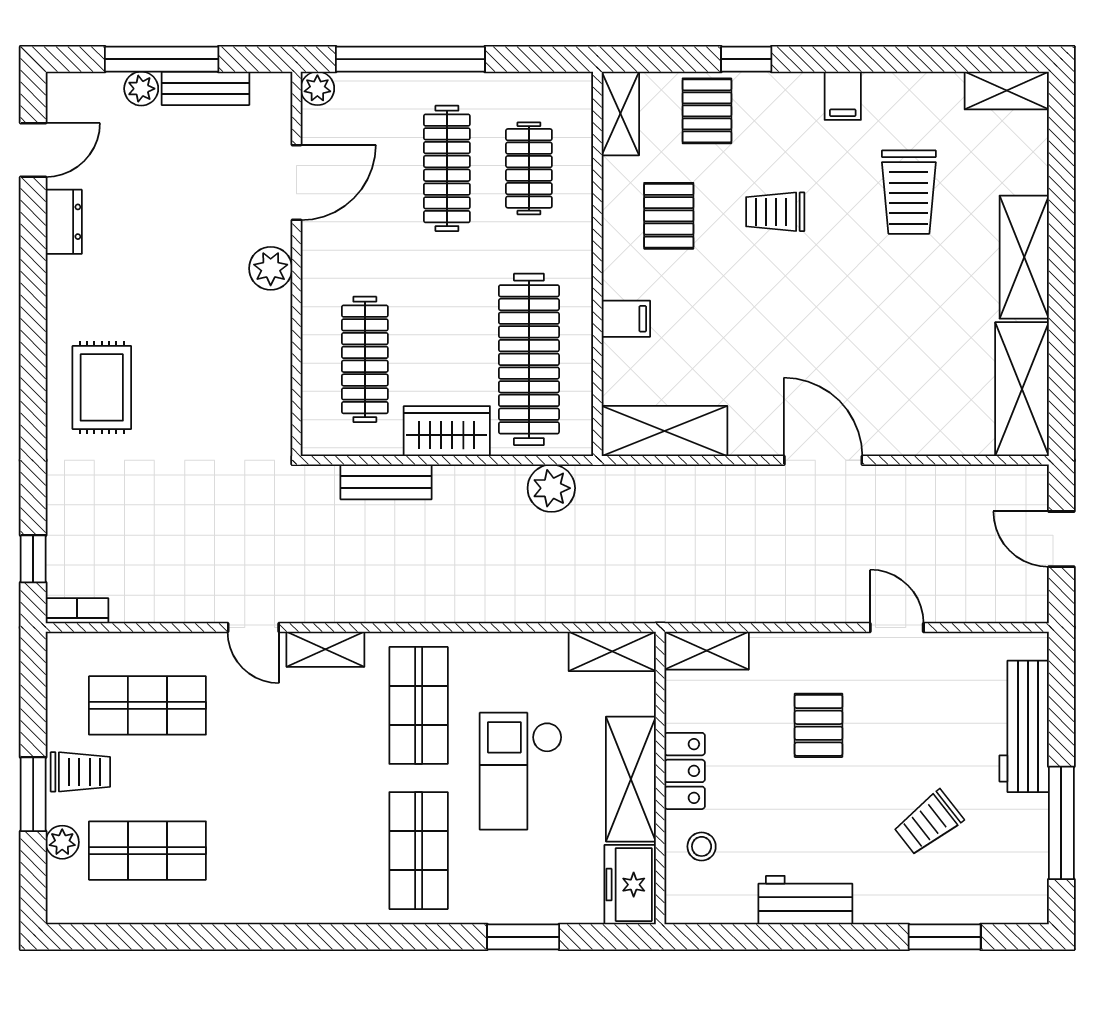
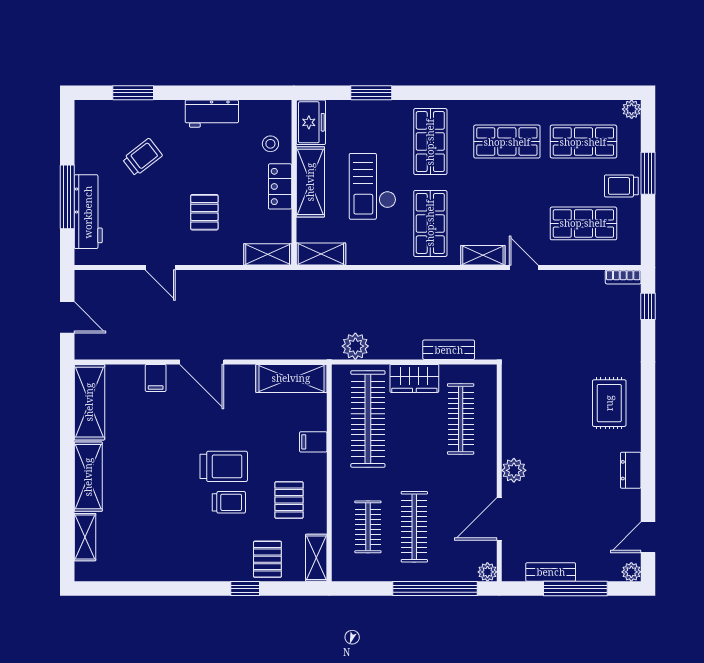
plant: (141, 89) -> (631, 572), moved
shelving: (1007, 91) -> (85, 537), moved, turned 90
filing cabinet: (843, 96) -> (156, 378), moved, turned 180
trolley: (909, 192) -> (224, 466), moved, turned 90
dresser: (64, 222) -> (631, 470), moved
checkout: (521, 771) -> (373, 186), turned 180
window: (1061, 823) -> (67, 197), moved
plant: (62, 842) -> (632, 109), moved
shop shelf: (283, 851) -> (507, 142), added

